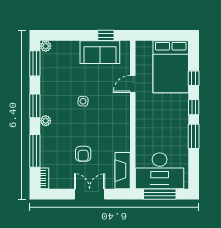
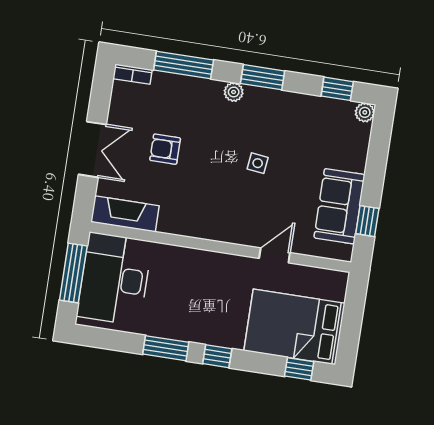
window: (35, 63) -> (337, 89), width x0.67
window: (194, 78) -> (299, 369), moved
door: (133, 84) -> (275, 255), hinge flipped

